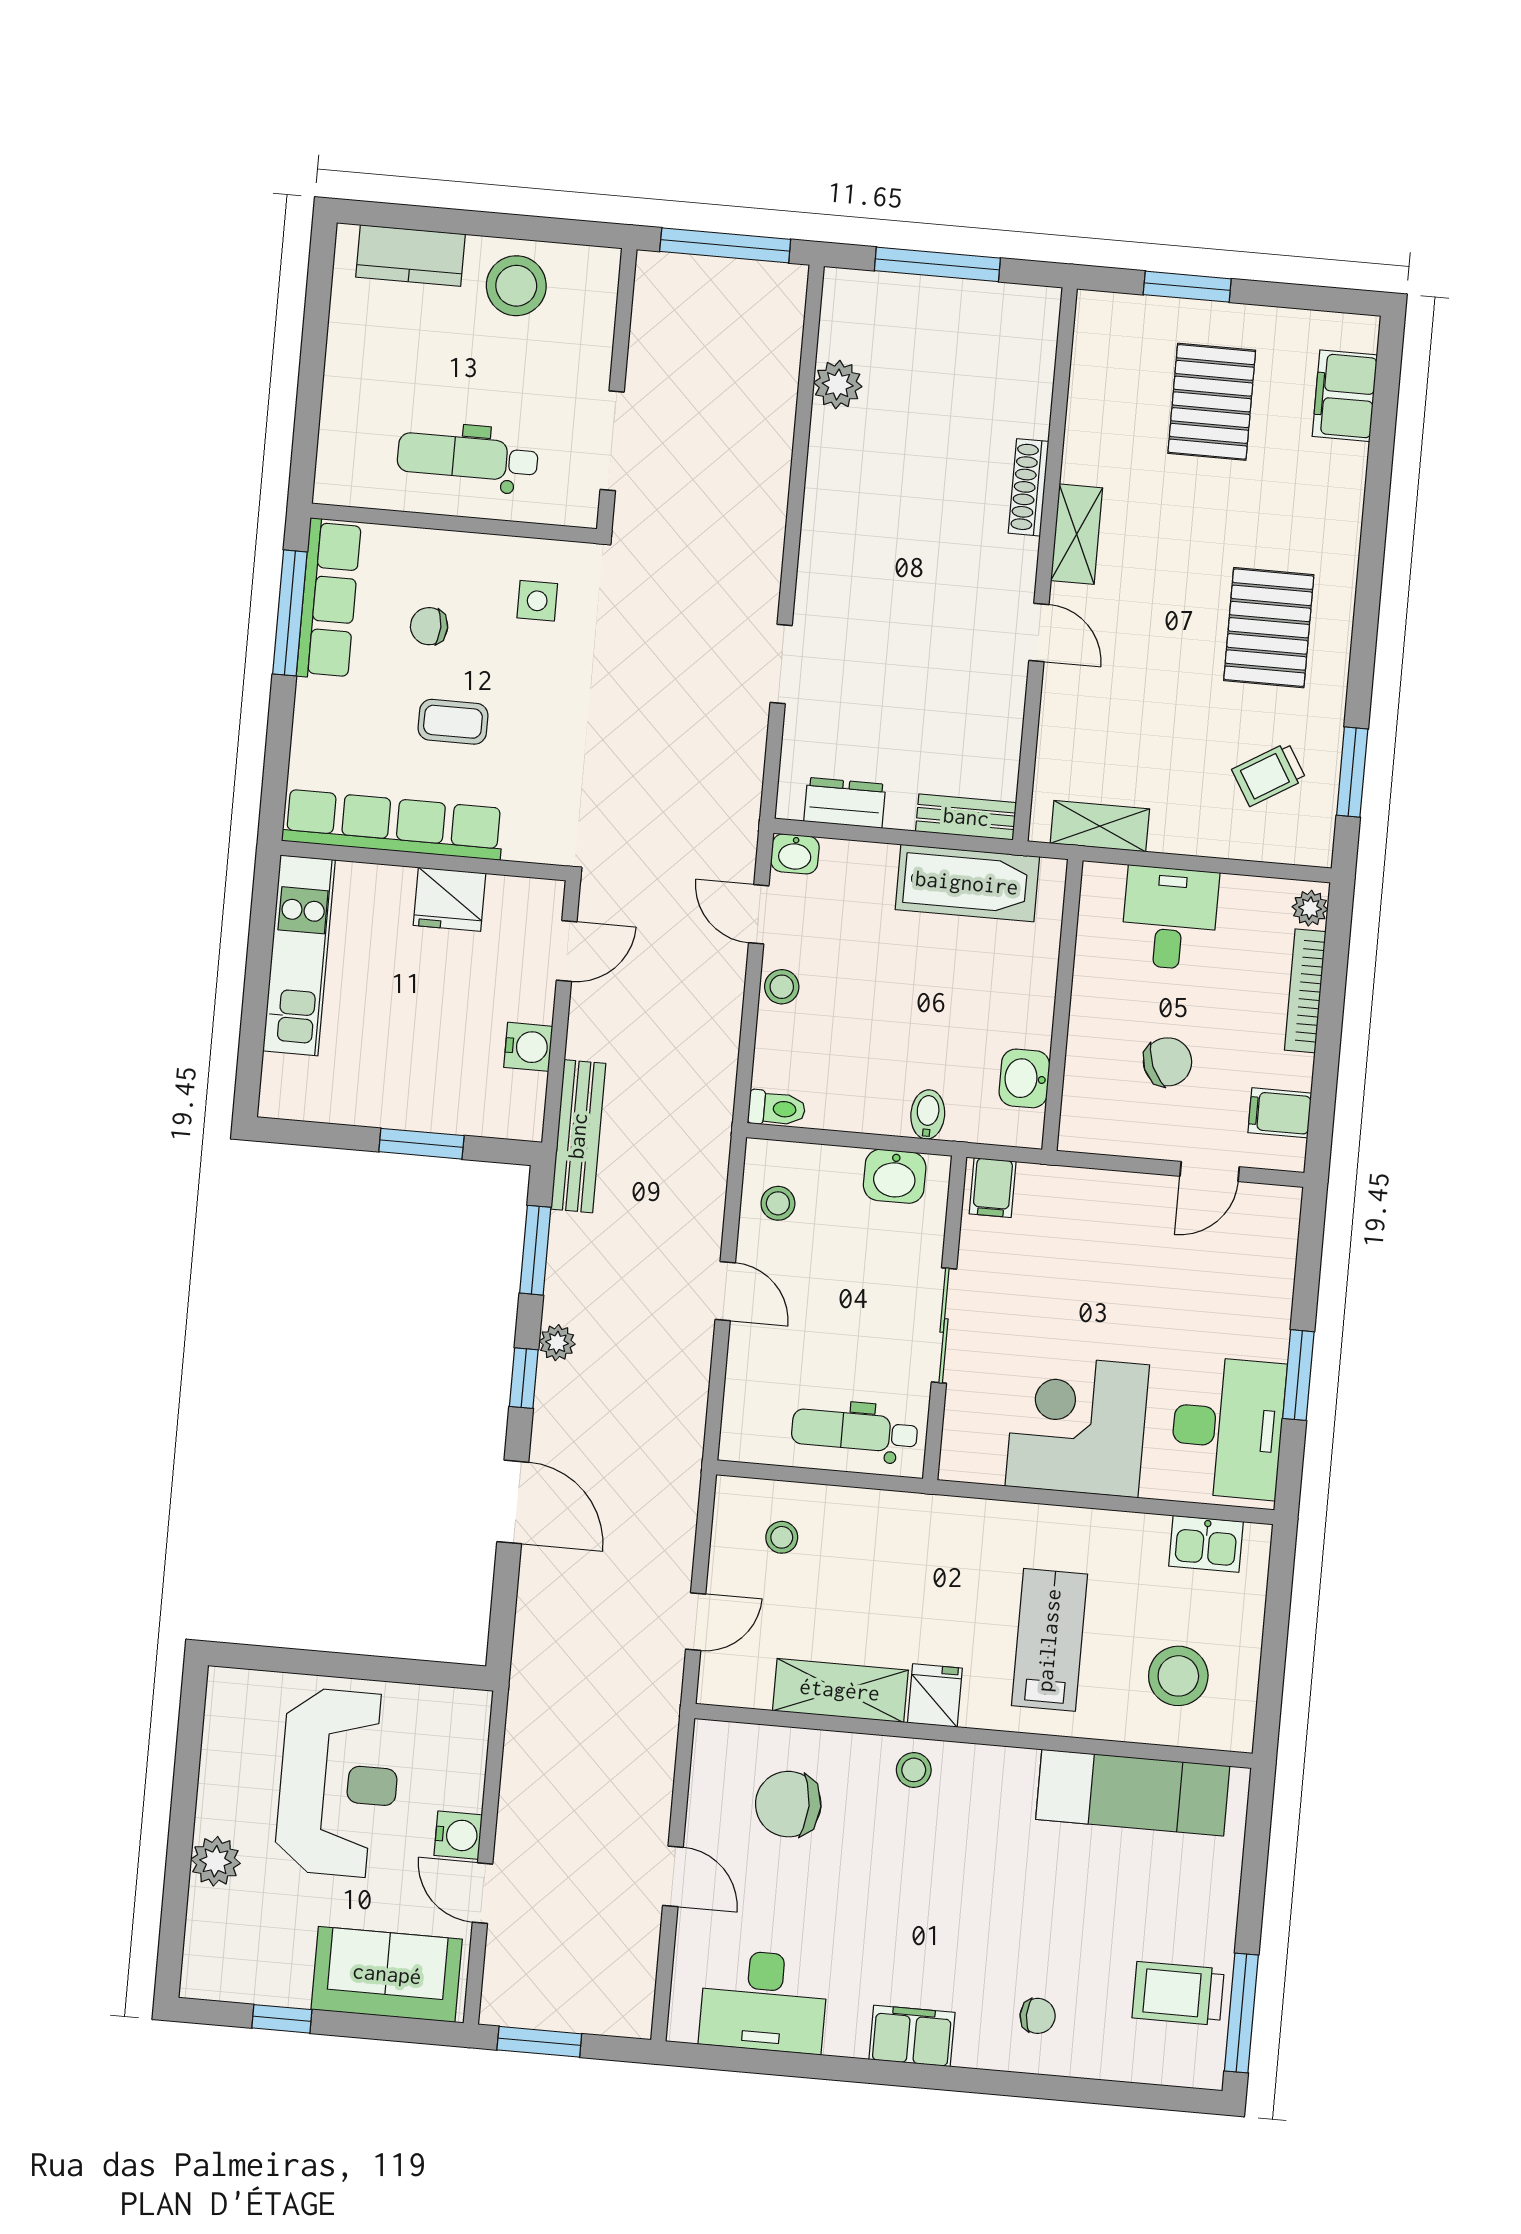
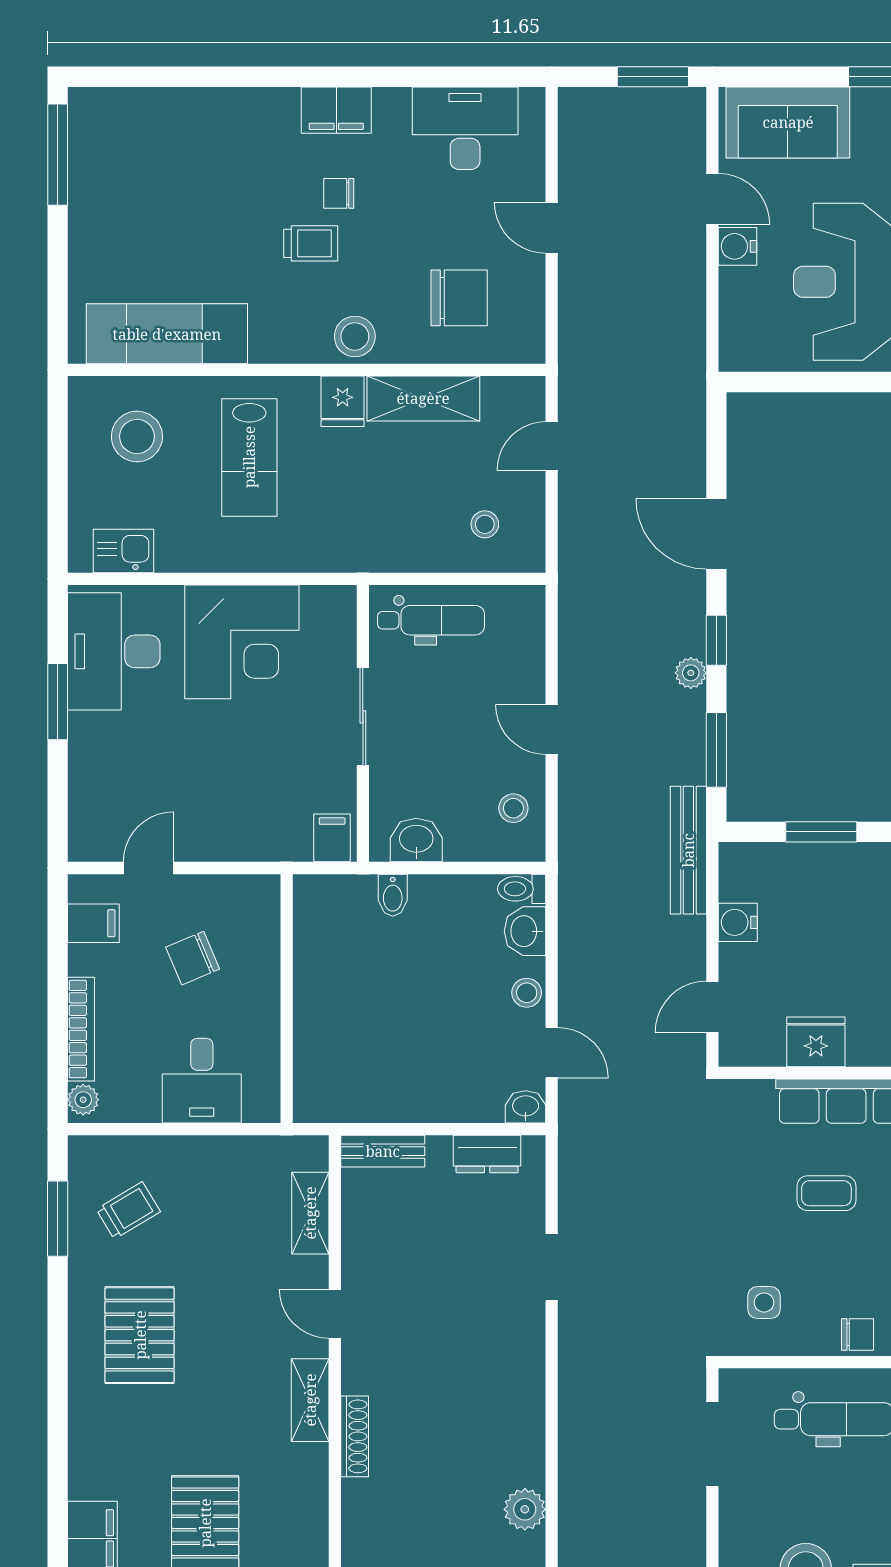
chair: (429, 626) -> (858, 1334), moved
shelving: (1100, 826) -> (310, 1213), moved, turned 90
bathtub: (967, 883) -> (377, 1095), removed
washbasin: (1024, 1078) -> (525, 931), moved, turned 180
stool: (914, 1770) -> (355, 336), width x1.37, depth x1.37
trolley: (1178, 1993) -> (311, 243), moved, width x0.73, depth x0.72
chair: (1038, 2016) -> (339, 193), moved

